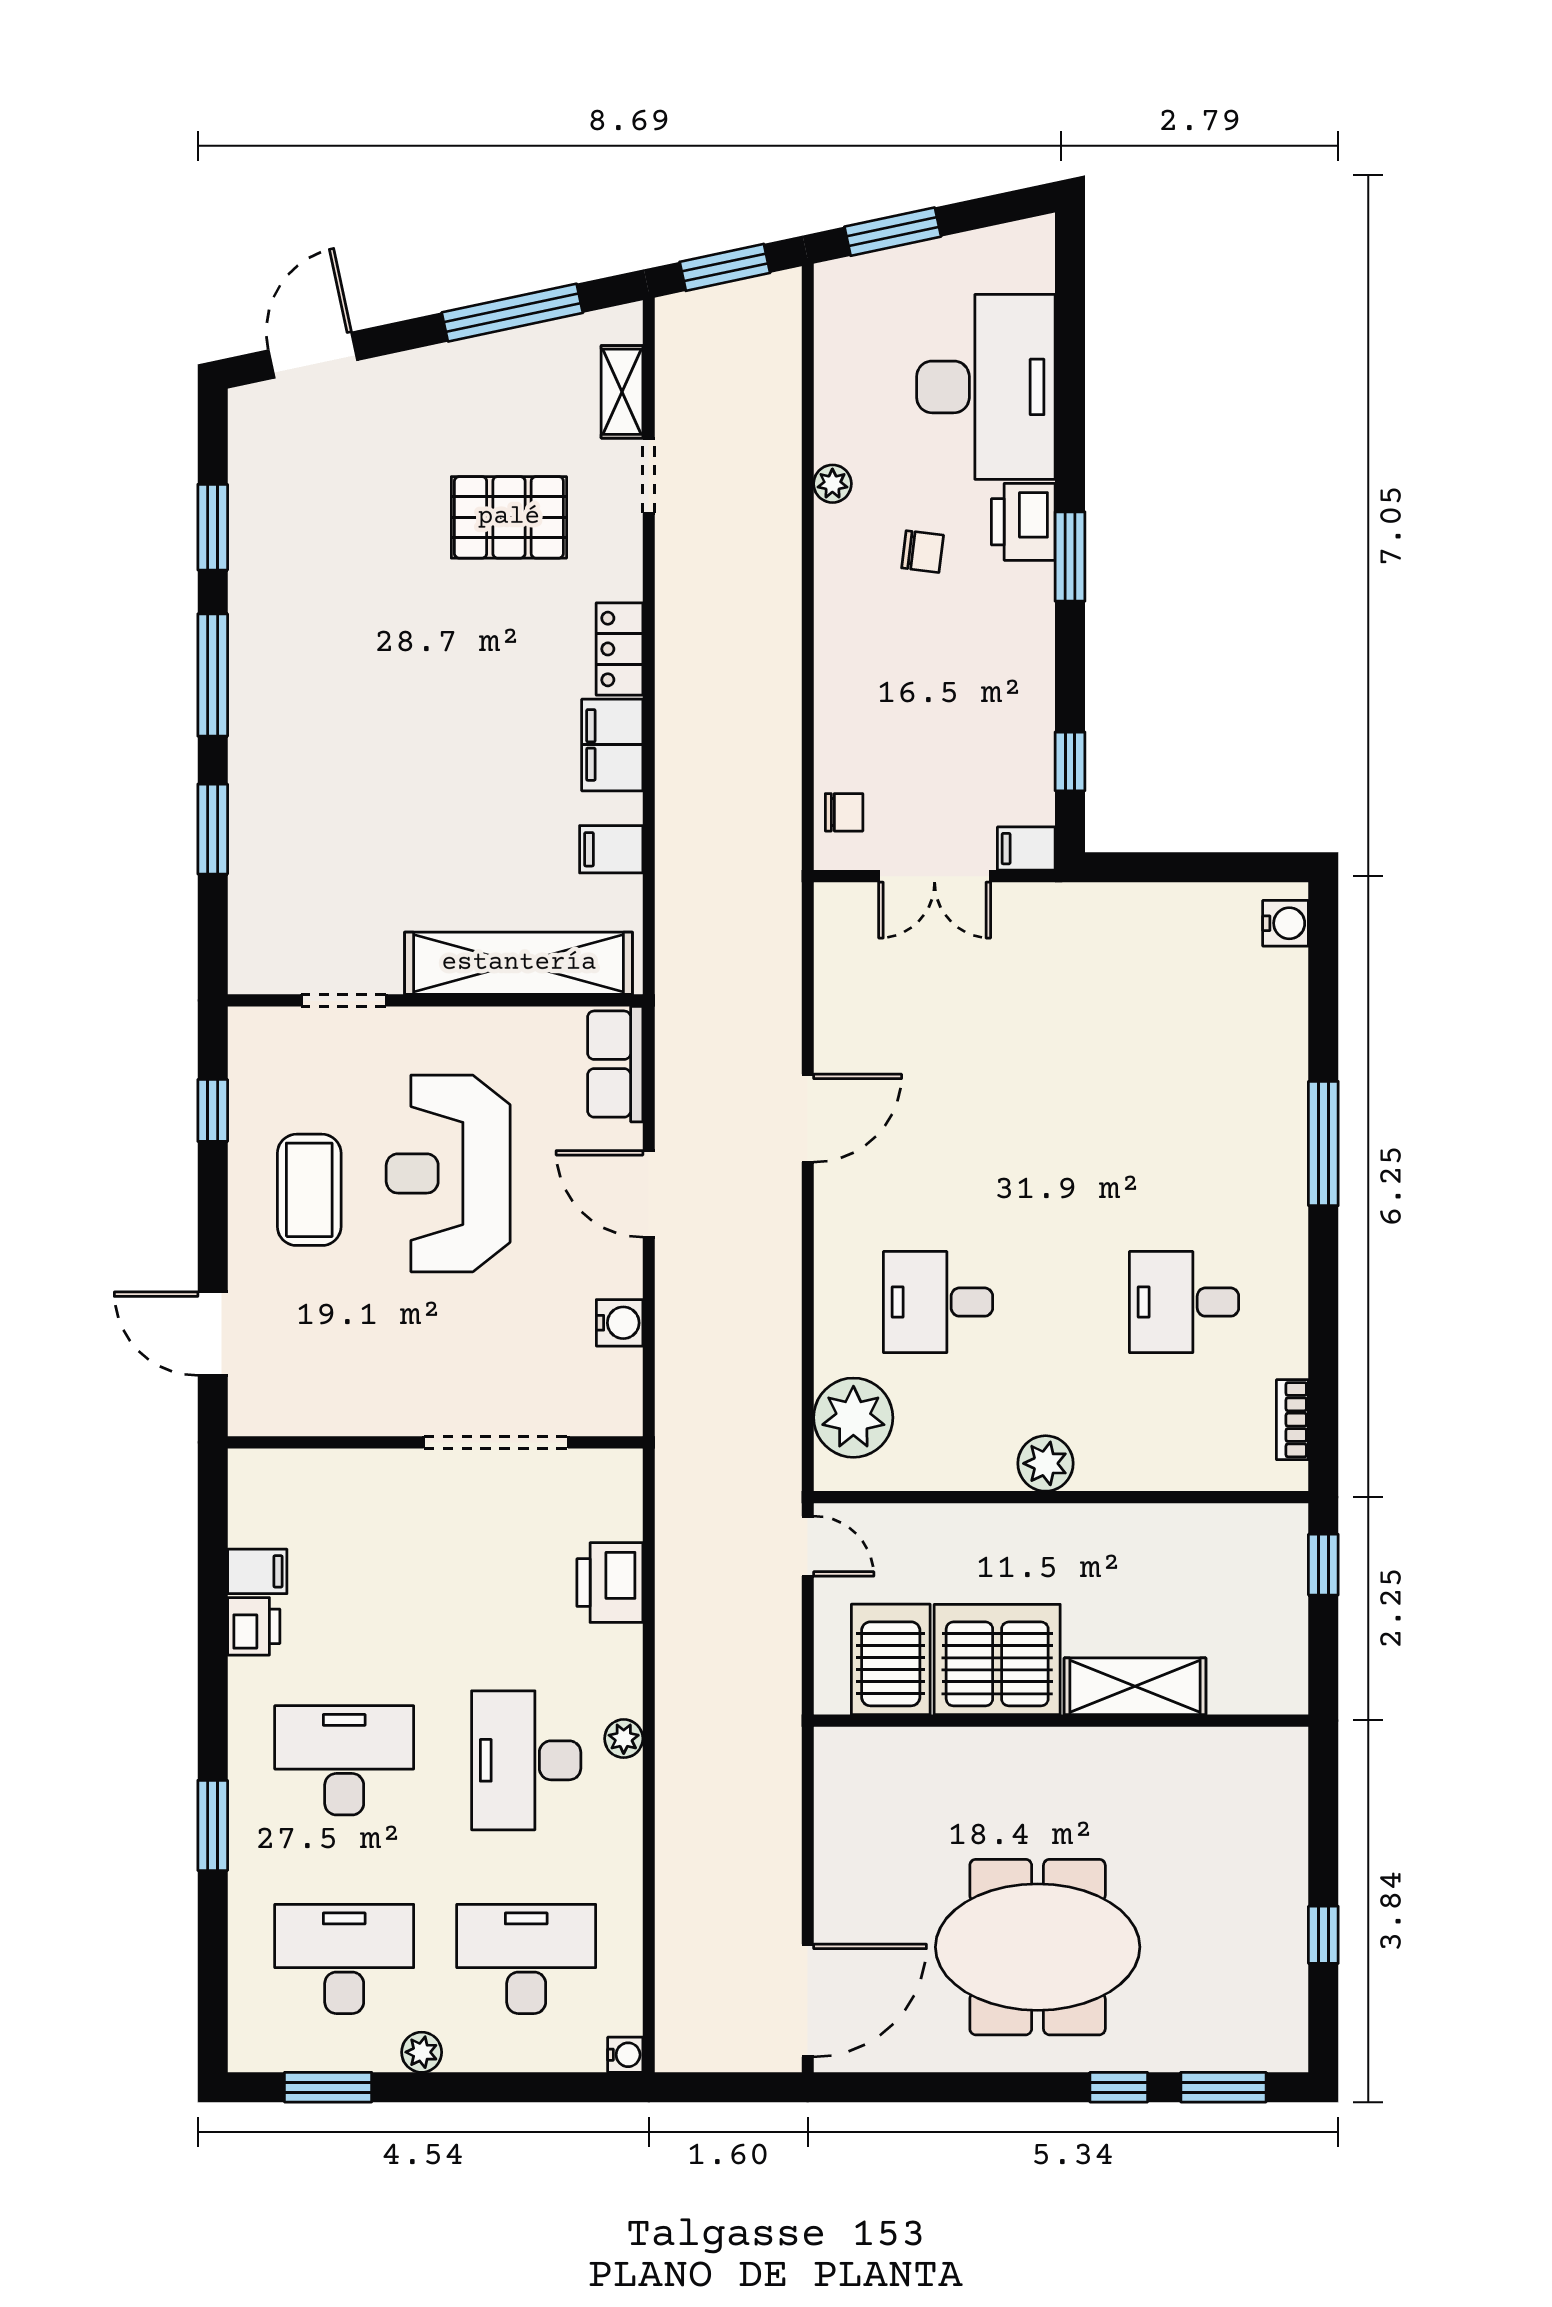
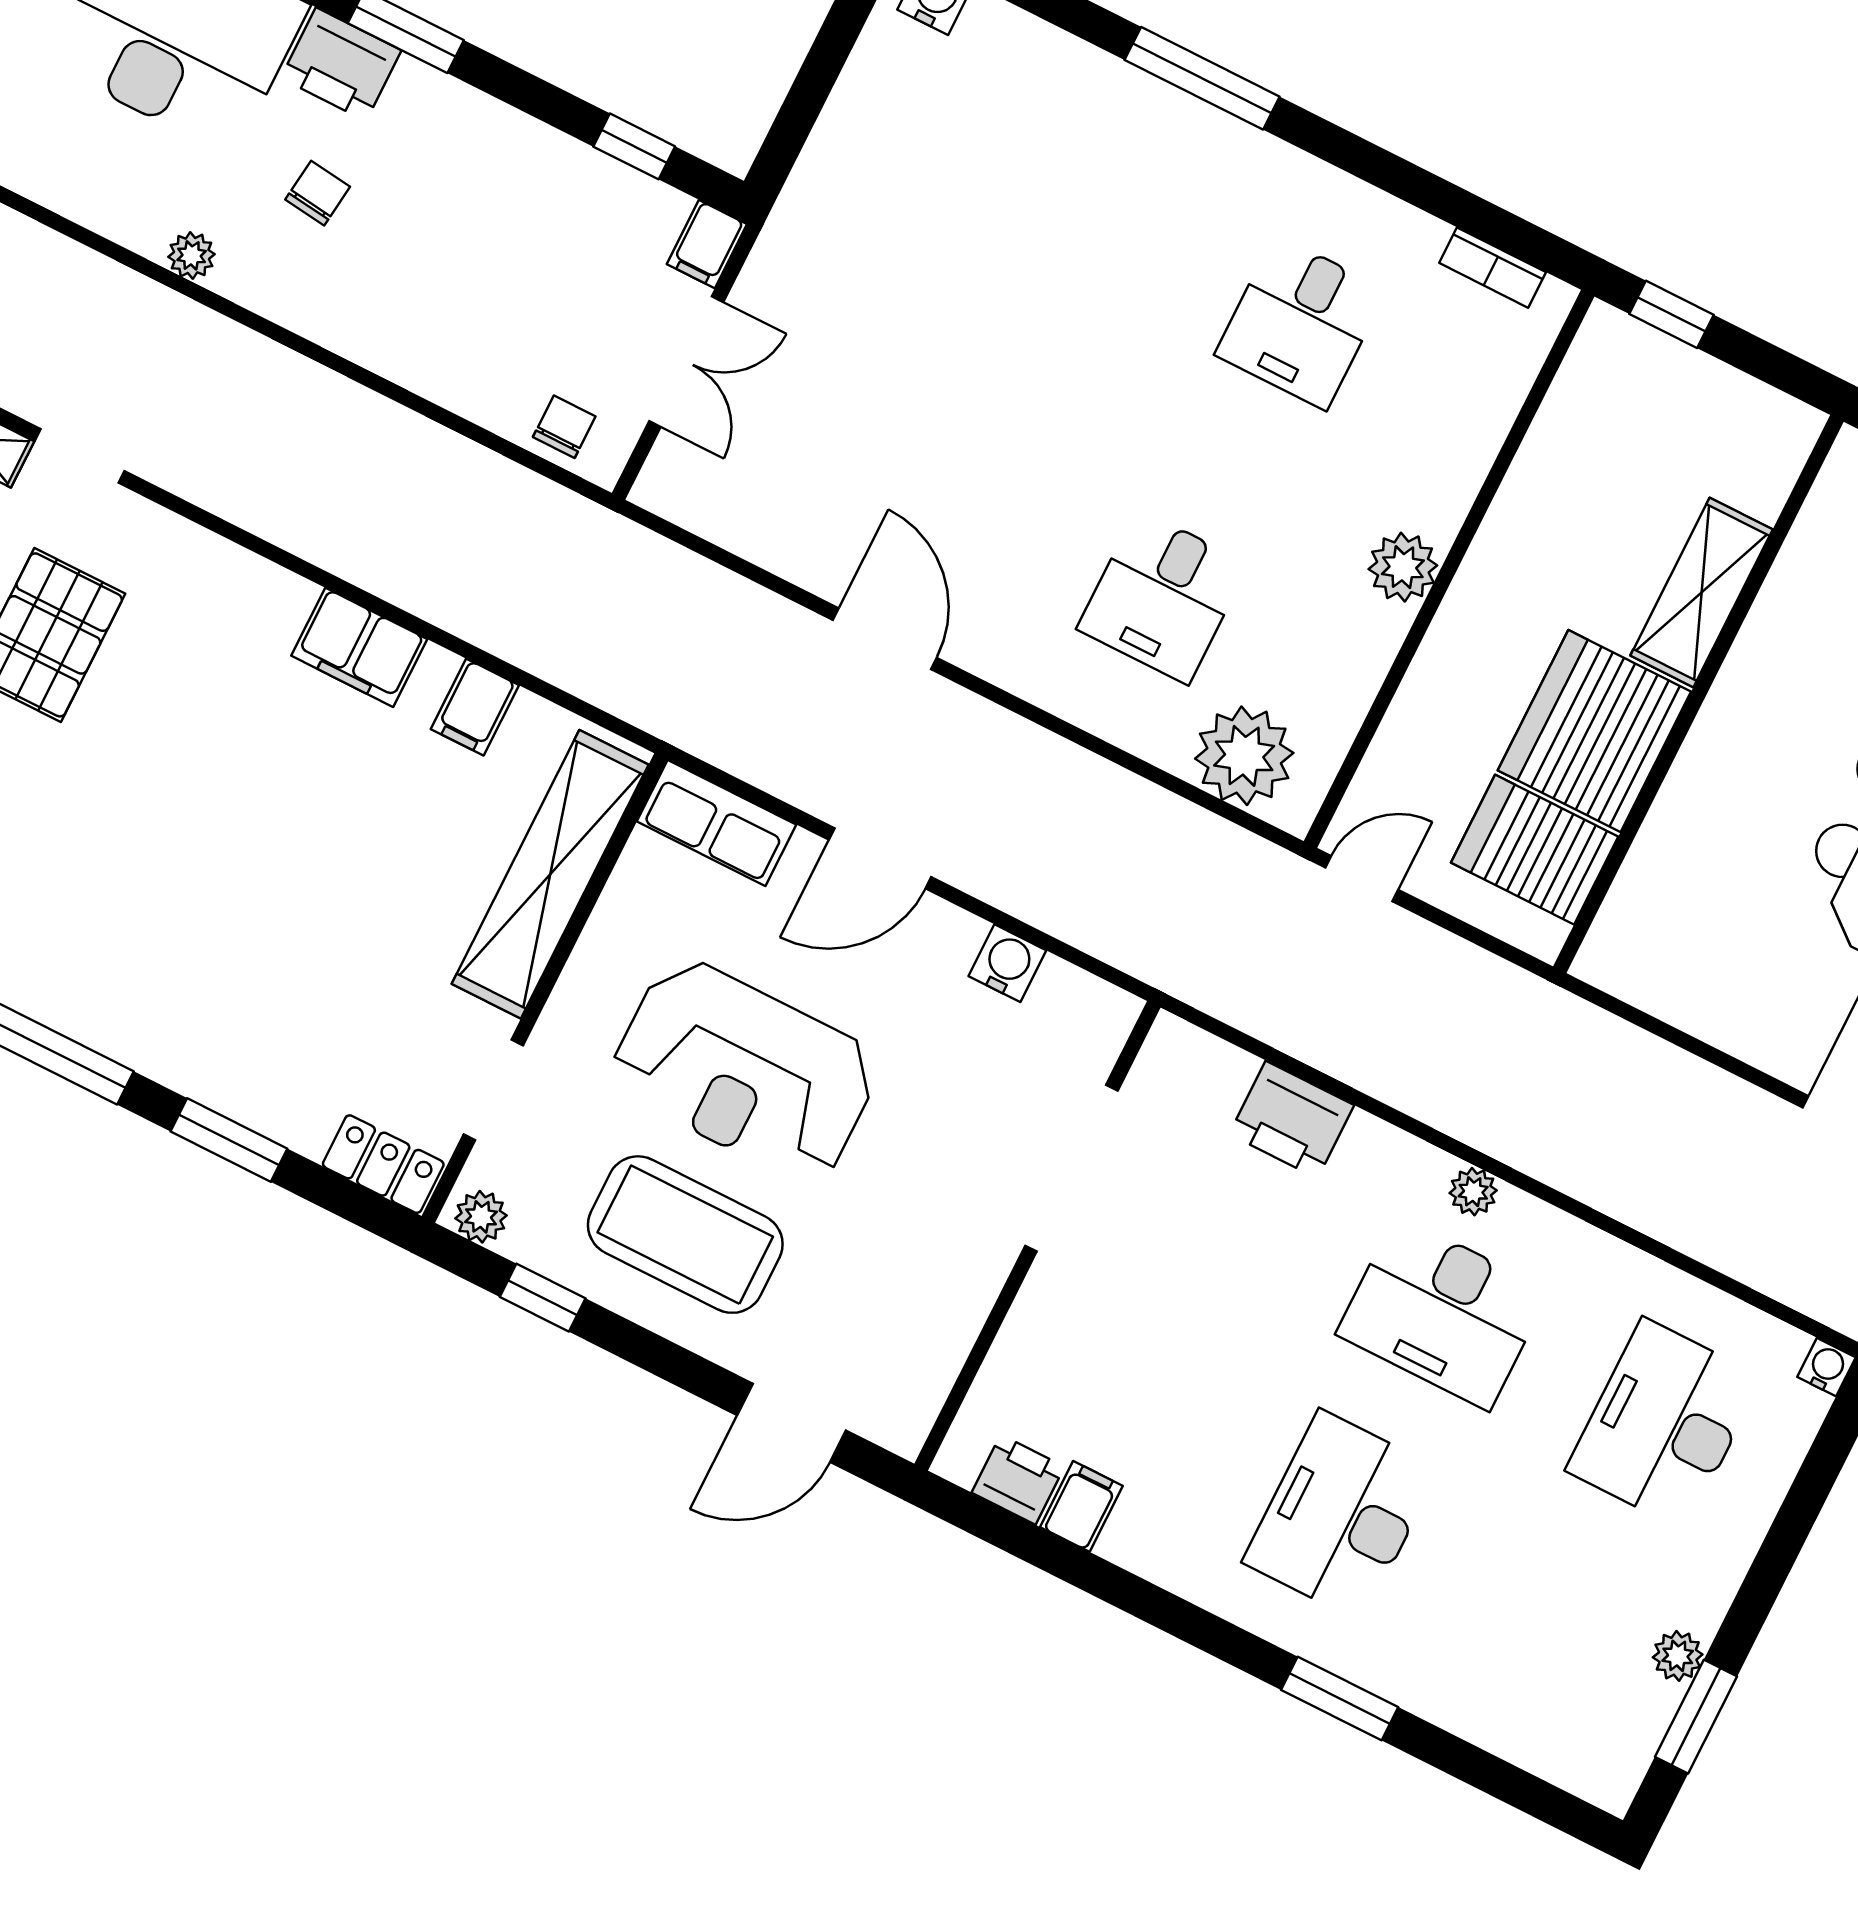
locker: (619, 649) -> (383, 1164), moved, turned 180
plant: (248, 1037) -> (481, 1217), added
coffee table: (309, 1190) -> (685, 1235), width x1.36, depth x1.32
printer: (254, 1626) -> (1018, 1480), moved
desk: (344, 1959) -> (1562, 1627), removed
plant: (422, 2052) -> (1678, 1656), moved

